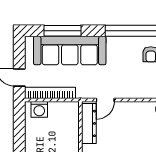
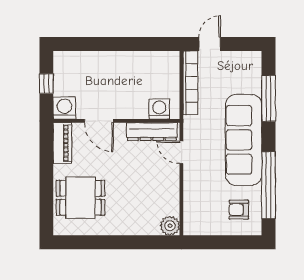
sofa: (70, 51) -> (244, 140), moved
washing machine: (39, 109) -> (159, 109), moved, turned 90

